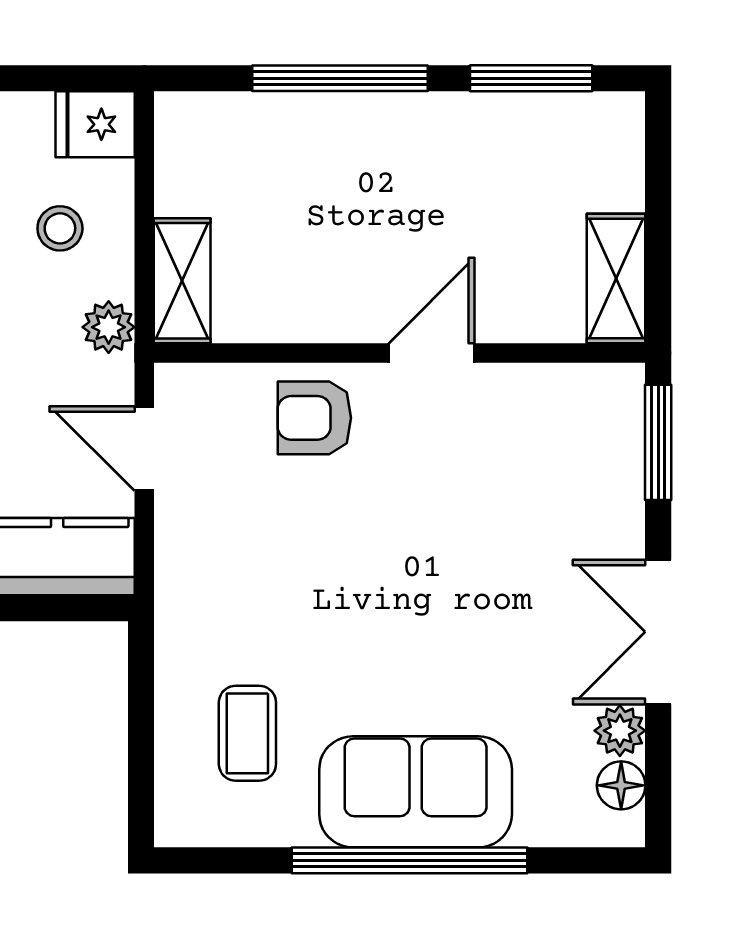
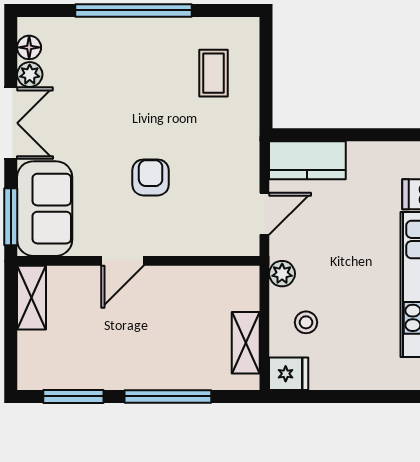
shelving: (182, 281) -> (246, 343), moved
armchair: (314, 418) -> (151, 177), moved, turned -90
door: (144, 448) -> (264, 214), hinge flipped
sofa: (416, 792) -> (45, 209), moved, turned -90

